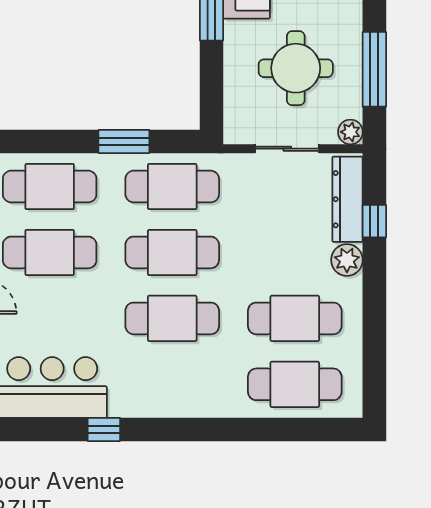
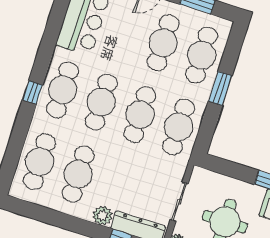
window: (124, 141) -> (220, 88), moved
cafe table: (172, 384) -> (63, 90), added
window: (104, 429) -> (33, 92), moved

